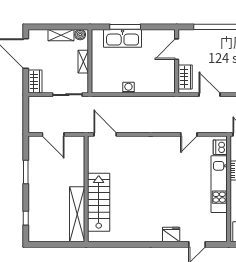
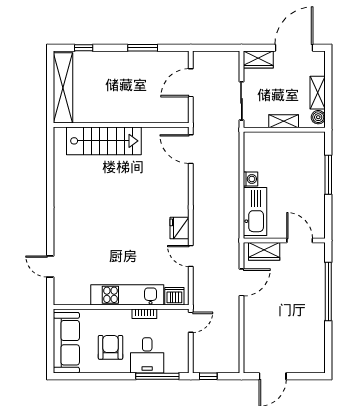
kitchen sink: (123, 38) -> (255, 211), moved, turned 180
door: (105, 134) -> (191, 149), swing flipped
shelving: (77, 214) -> (63, 88), moved, turned 90
fridge: (171, 234) -> (180, 228), moved, turned 180

